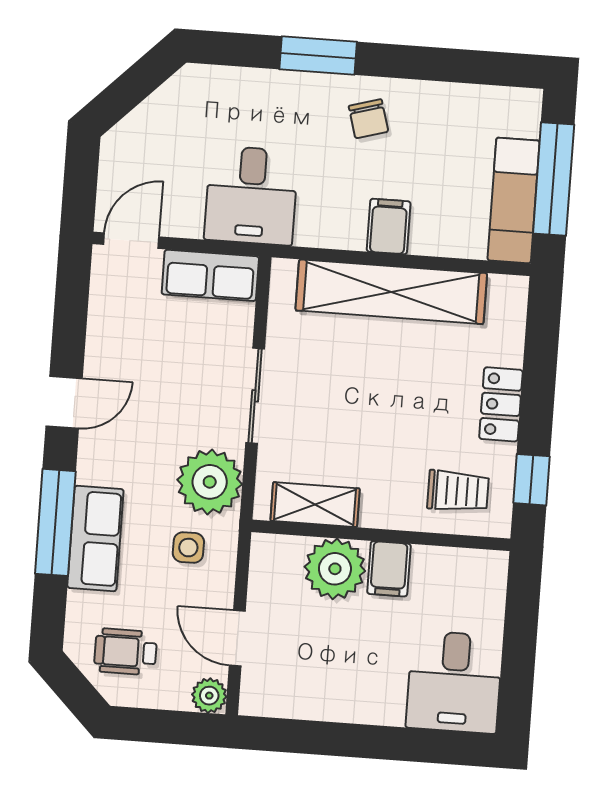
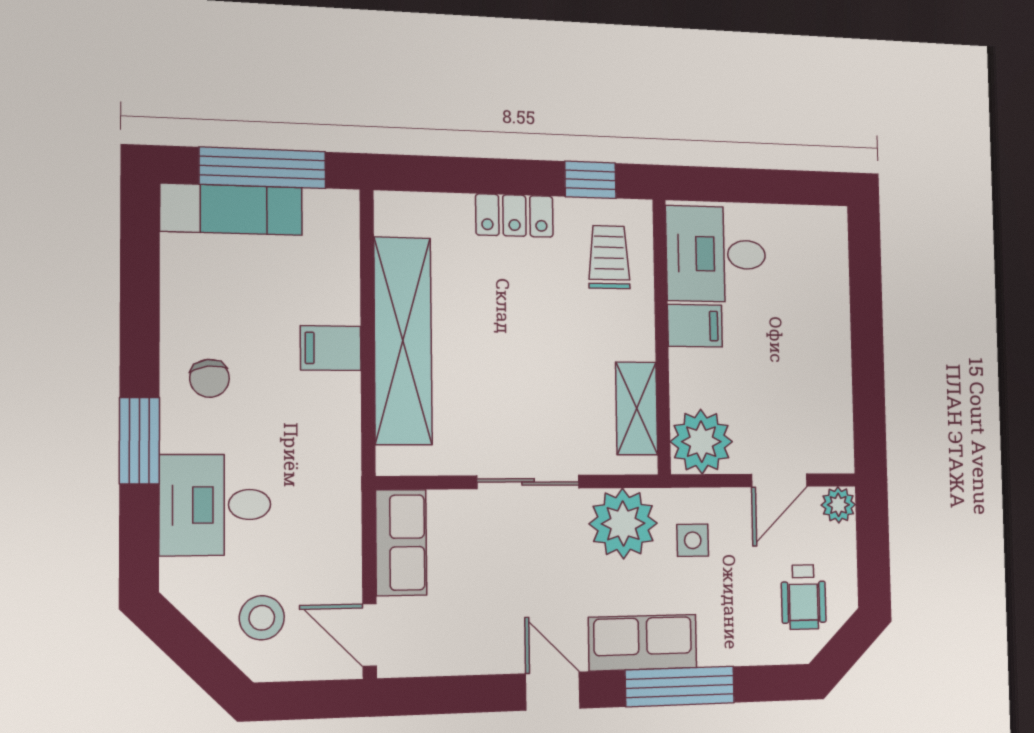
chair: (368, 119) -> (209, 378), turned 99
stool: (156, 148) -> (262, 618), added
desk: (251, 195) -> (215, 505), moved, turned 180
exam couch: (514, 201) -> (231, 209), moved
row of seats: (95, 538) -> (643, 643), moved
plant: (335, 569) -> (701, 442), moved
desk: (454, 682) -> (716, 254), moved, turned 180

